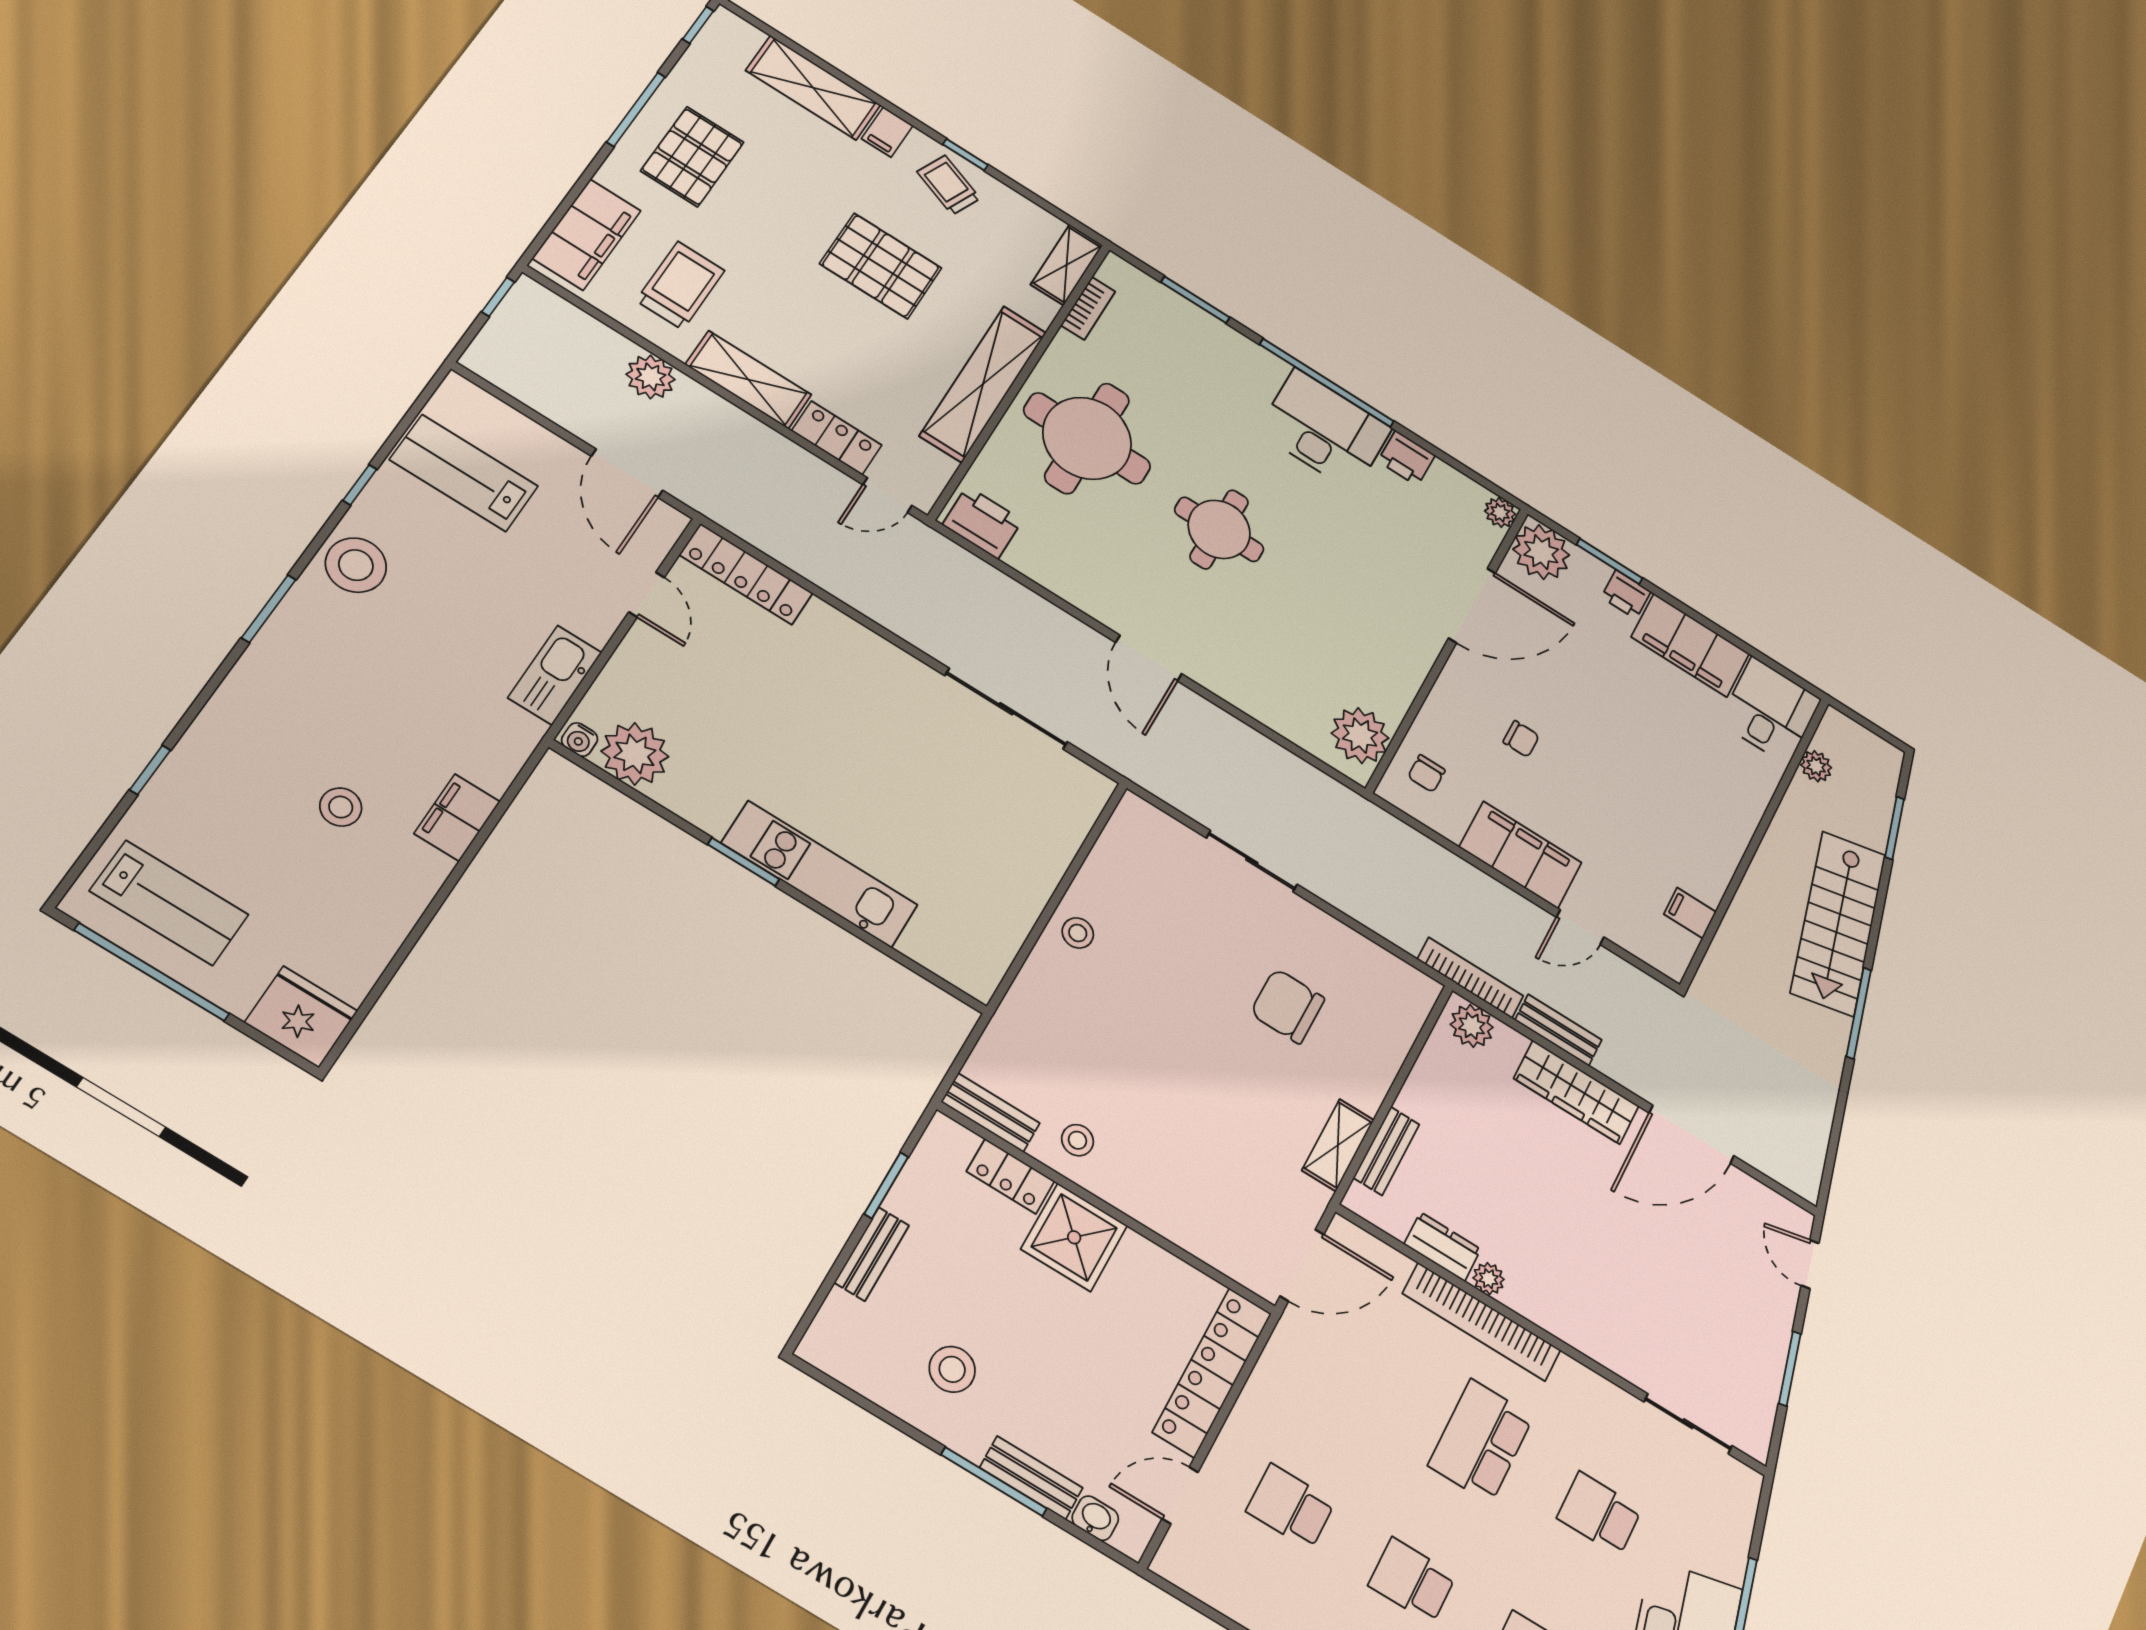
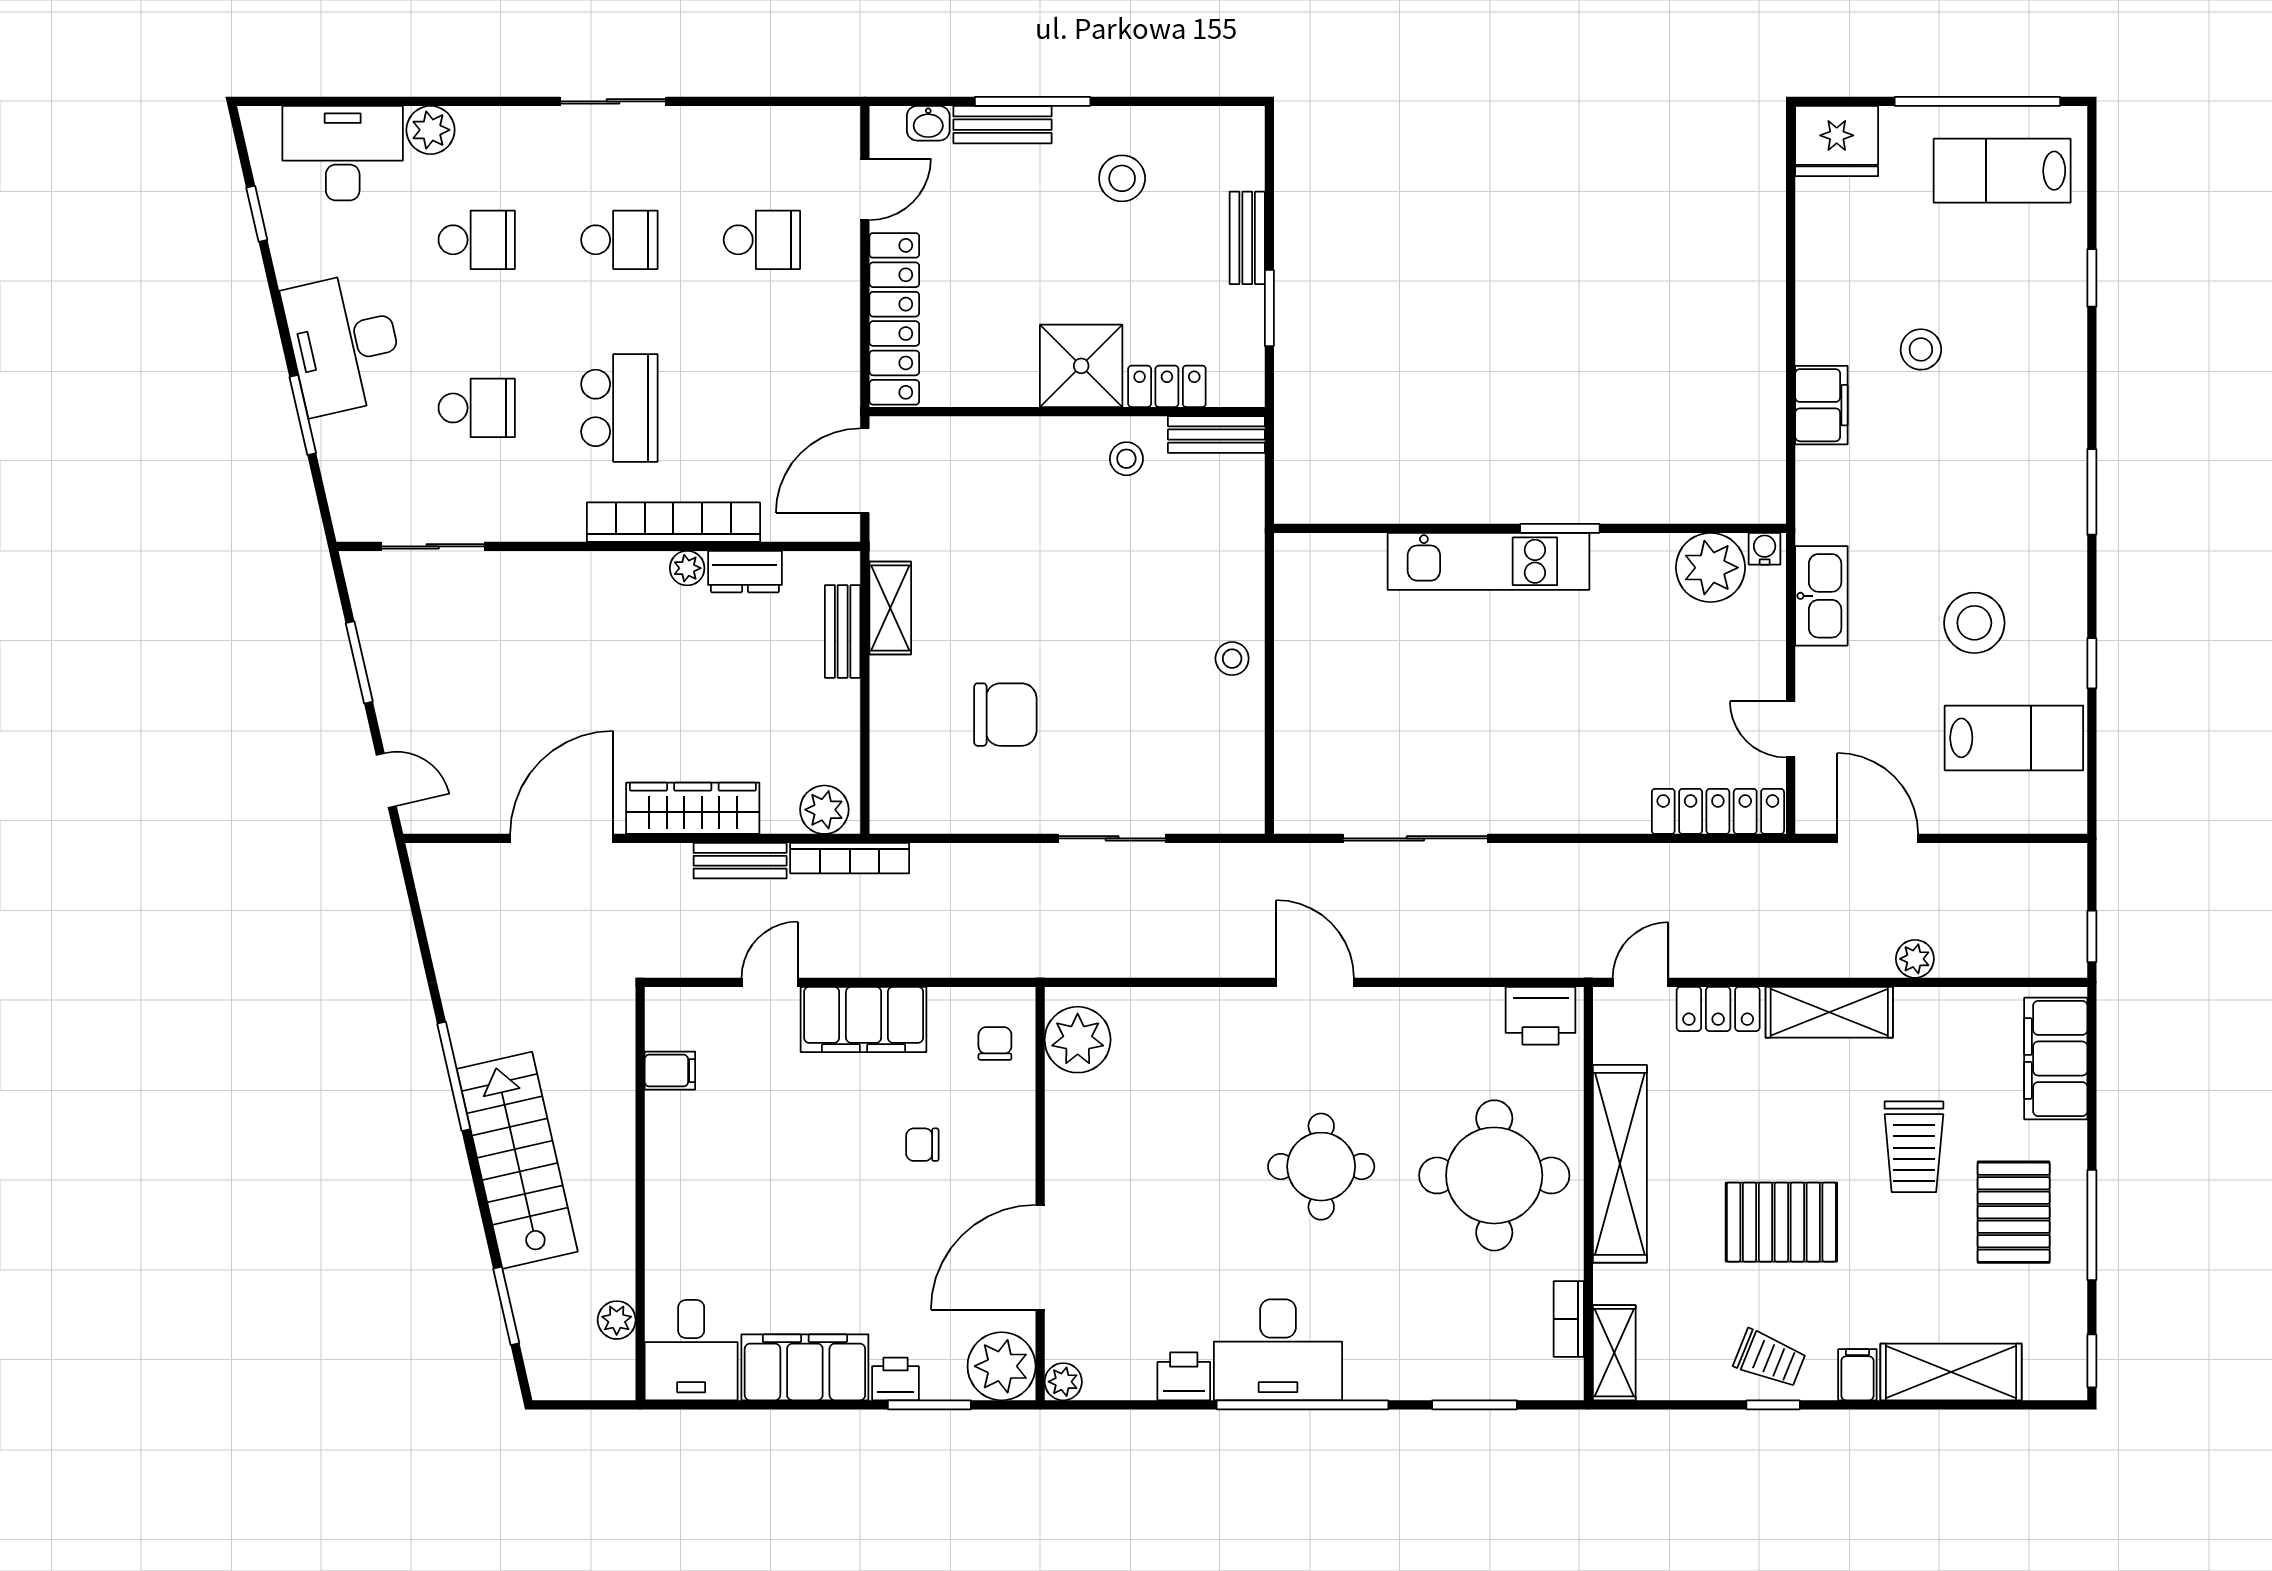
trolley: (680, 285) -> (1914, 1147), moved
plant: (651, 377) -> (1915, 959), width x0.73, depth x0.73
stool: (356, 565) -> (1974, 623), moved

